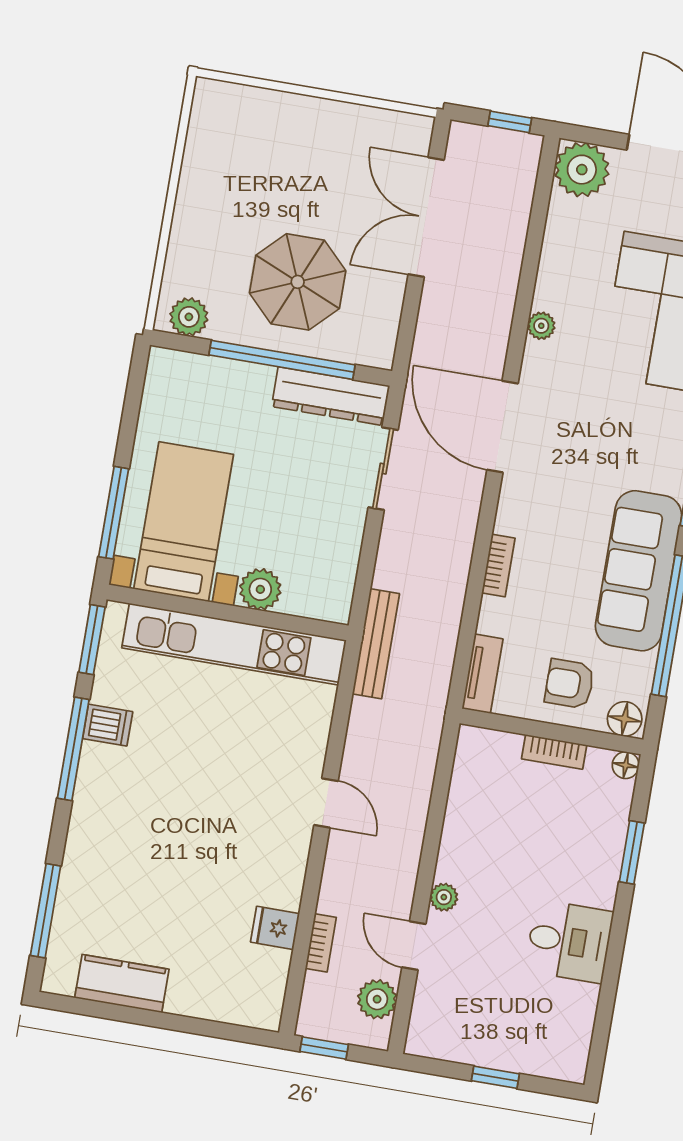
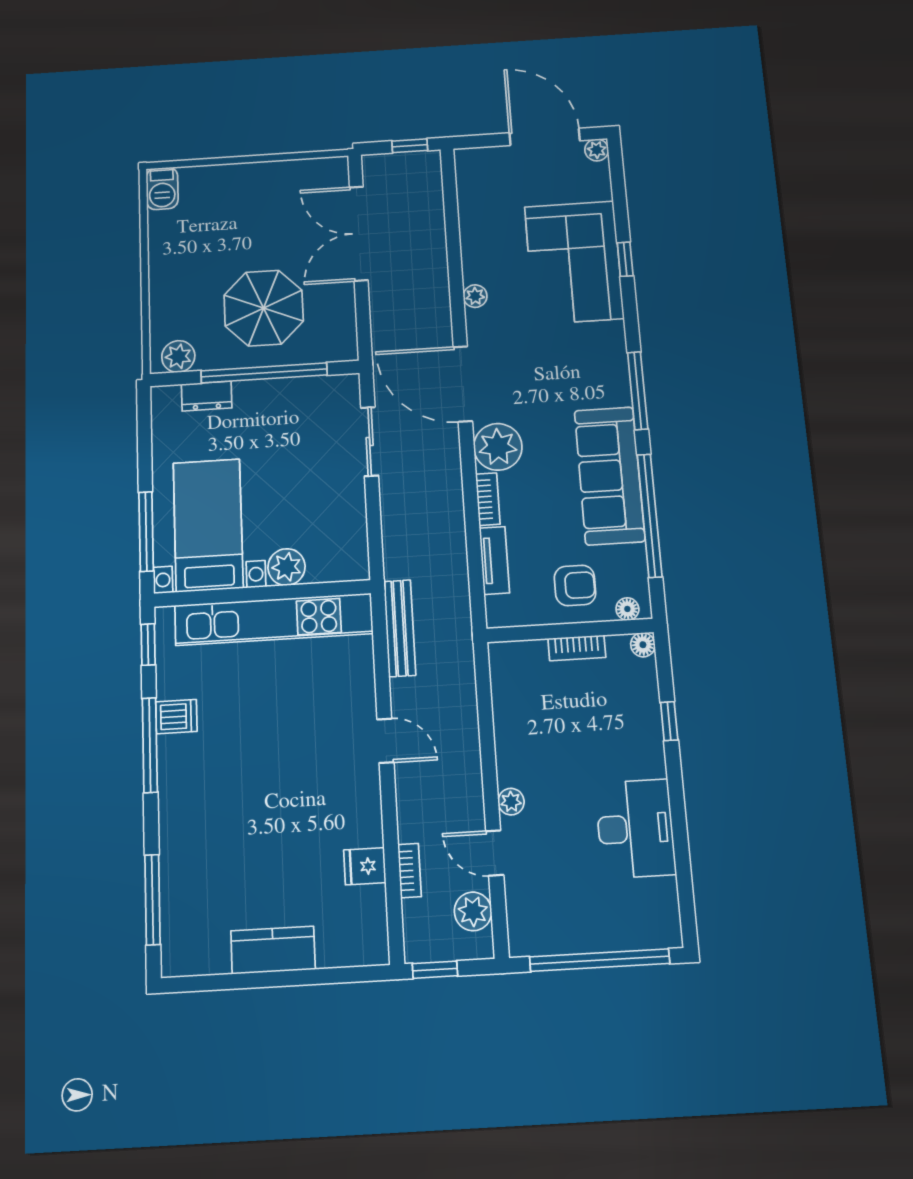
barbecue: (210, 105) -> (162, 188), added
plant: (582, 170) -> (498, 447), moved
dresser: (331, 396) -> (207, 396), moved, width x0.51, depth x0.80
window: (92, 640) -> (148, 645), width x0.67
bench: (376, 644) -> (400, 628), moved
tv unit: (482, 674) -> (494, 560), moved
armchair: (569, 684) -> (575, 585), turned 180
floor lamp: (625, 719) -> (627, 609), width x0.73, depth x0.73
window: (632, 852) -> (669, 721), width x0.67
desk: (569, 941) -> (635, 829), width x1.37
kitchen counter: (122, 984) -> (273, 950), moved
window: (495, 1077) -> (600, 960), width x3.17

